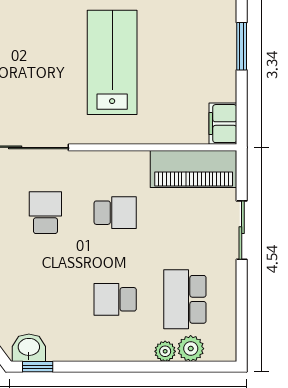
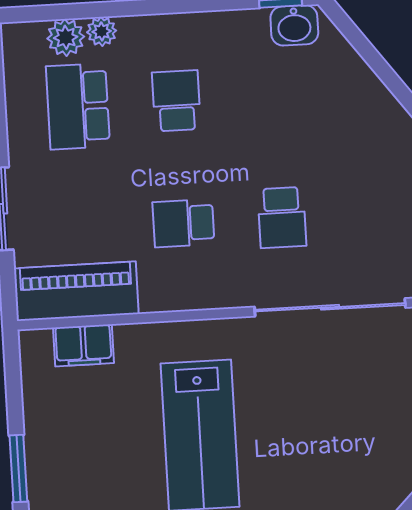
filing cabinet: (223, 124) -> (83, 345), moved, turned 90
school desk: (115, 299) -> (176, 101), turned -90
school desk: (185, 299) -> (78, 106), turned 180

